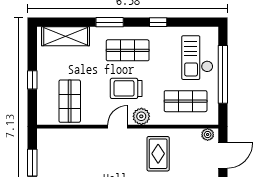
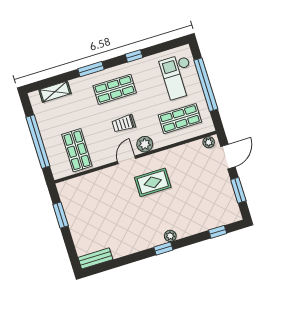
shelving: (66, 36) -> (55, 92), width x0.67, depth x0.75
window: (32, 80) -> (38, 142), width x3.17
trolley: (126, 88) -> (124, 123), width x0.73, depth x0.72
rug: (158, 154) -> (153, 182), moved, turned 90

